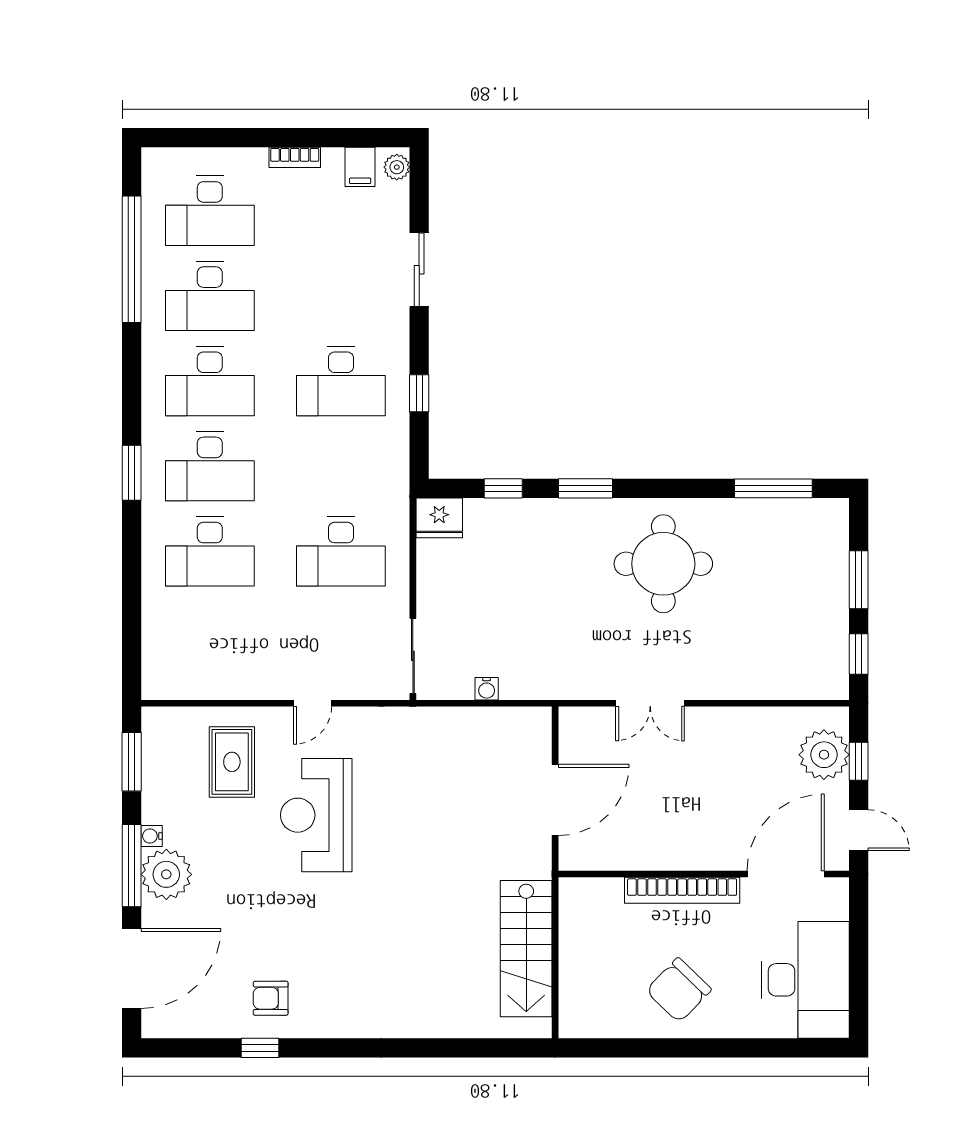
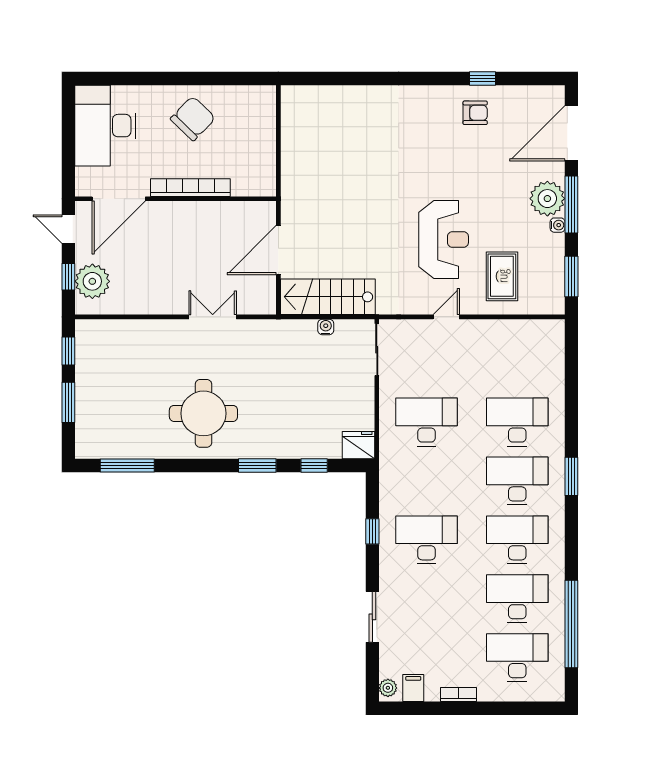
stairs: (526, 949) -> (328, 297), moved, turned -90

